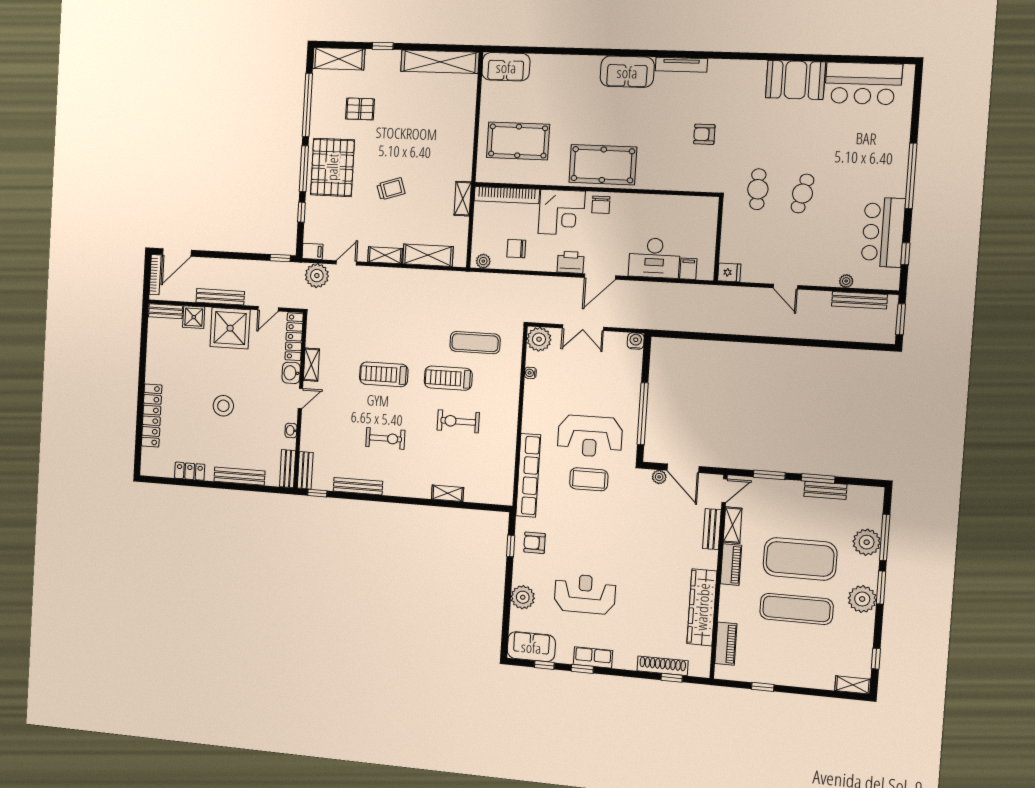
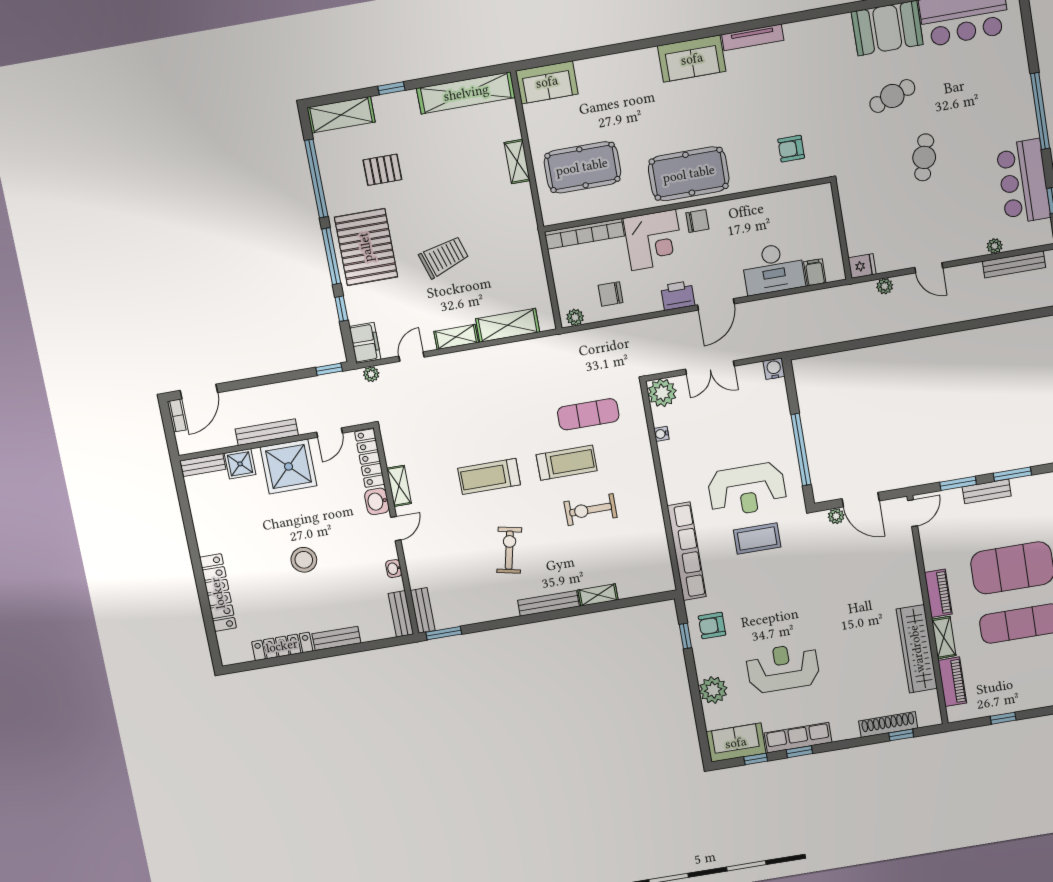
armchair: (704, 134) -> (791, 149), moved
trolley: (391, 189) -> (444, 257), width x1.36, depth x1.39
cafe table: (758, 189) -> (892, 96), moved, turned 70
shelving: (463, 199) -> (517, 162), moved
chair: (601, 205) -> (697, 221), turned -90
filing cabinet: (313, 251) -> (365, 343), width x2.00
bookcase: (155, 275) -> (177, 416), width x0.64
plant: (317, 276) -> (371, 374), width x0.53, depth x0.53
plant: (744, 294) -> (885, 286), added
treadmill: (448, 378) -> (567, 463), turned 180
exercise bike: (385, 438) -> (509, 550), turned -78
locker: (190, 471) -> (282, 646), width x1.53
bench: (240, 476) -> (336, 638), width x0.73
bench: (358, 486) -> (548, 603), moved
bench: (825, 490) -> (987, 491), moved
window: (317, 493) -> (444, 633), width x1.50
shelving: (733, 525) -> (944, 638), moved
bench: (712, 529) -> (908, 560), removed
row of seats: (593, 657) -> (798, 738), width x1.48

